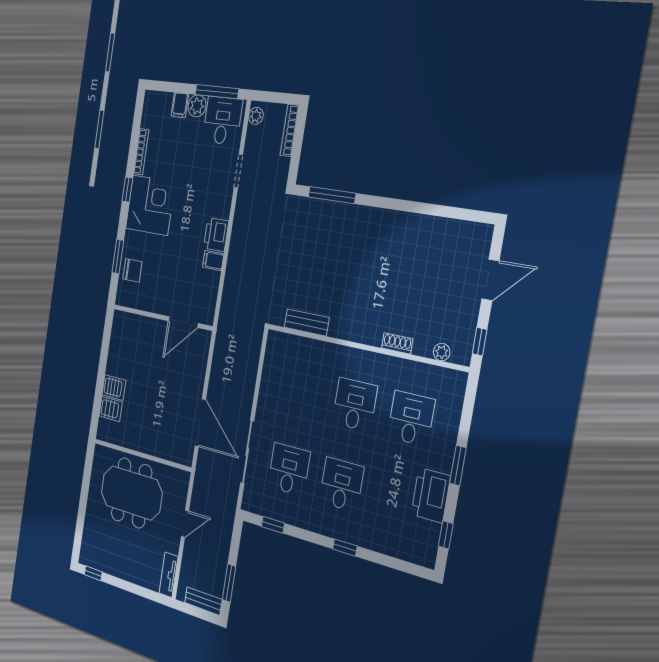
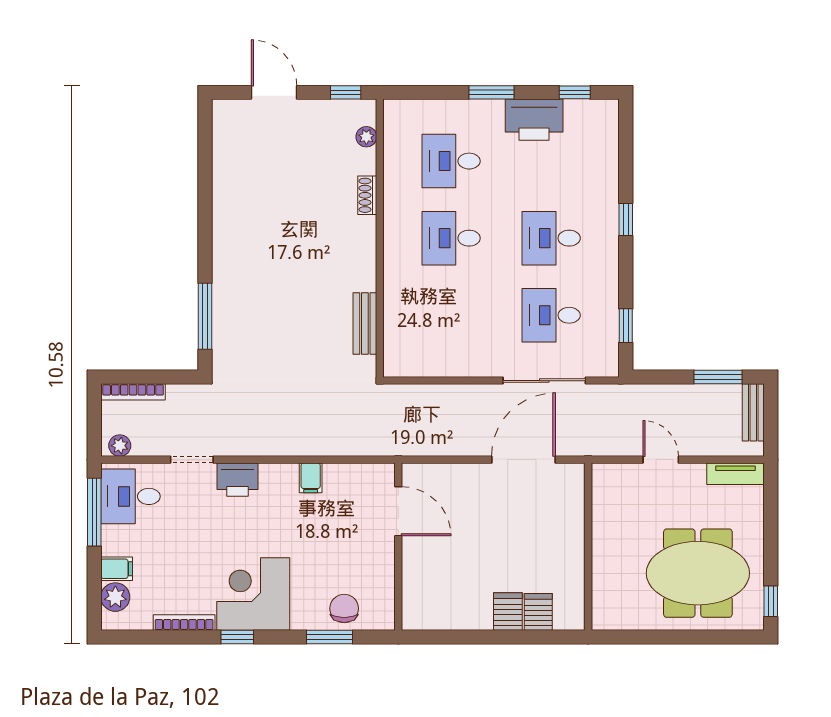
plant: (197, 106) -> (115, 597), moved
printer: (216, 235) -> (238, 480), moved
meeting table: (131, 493) -> (698, 573), moved, turned 90

